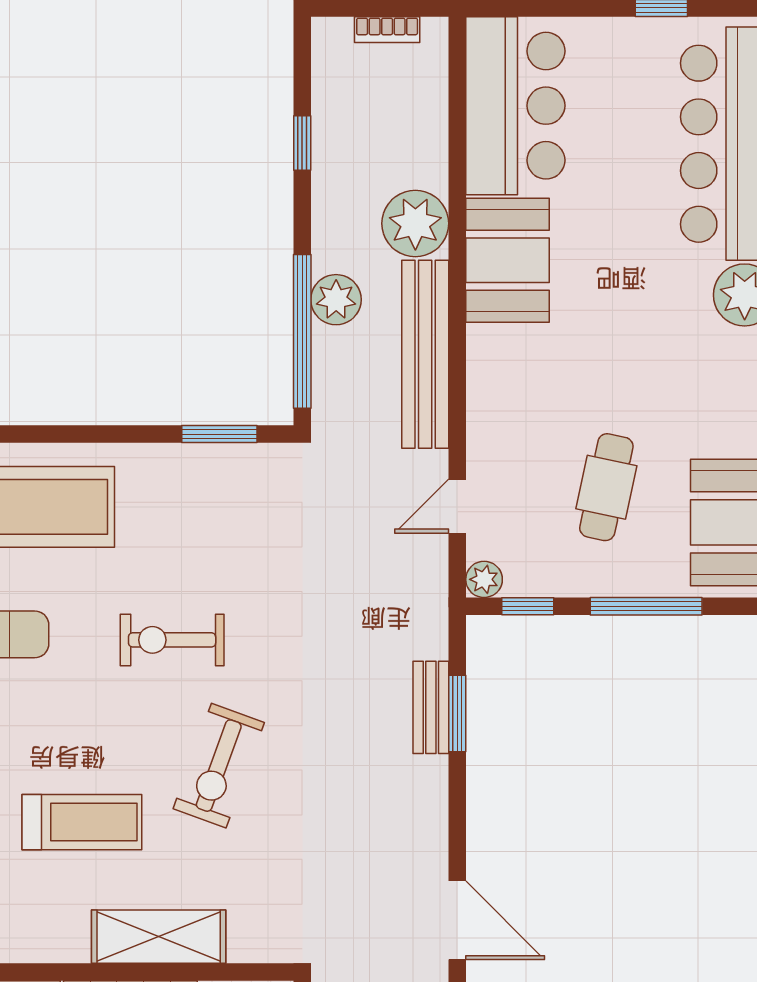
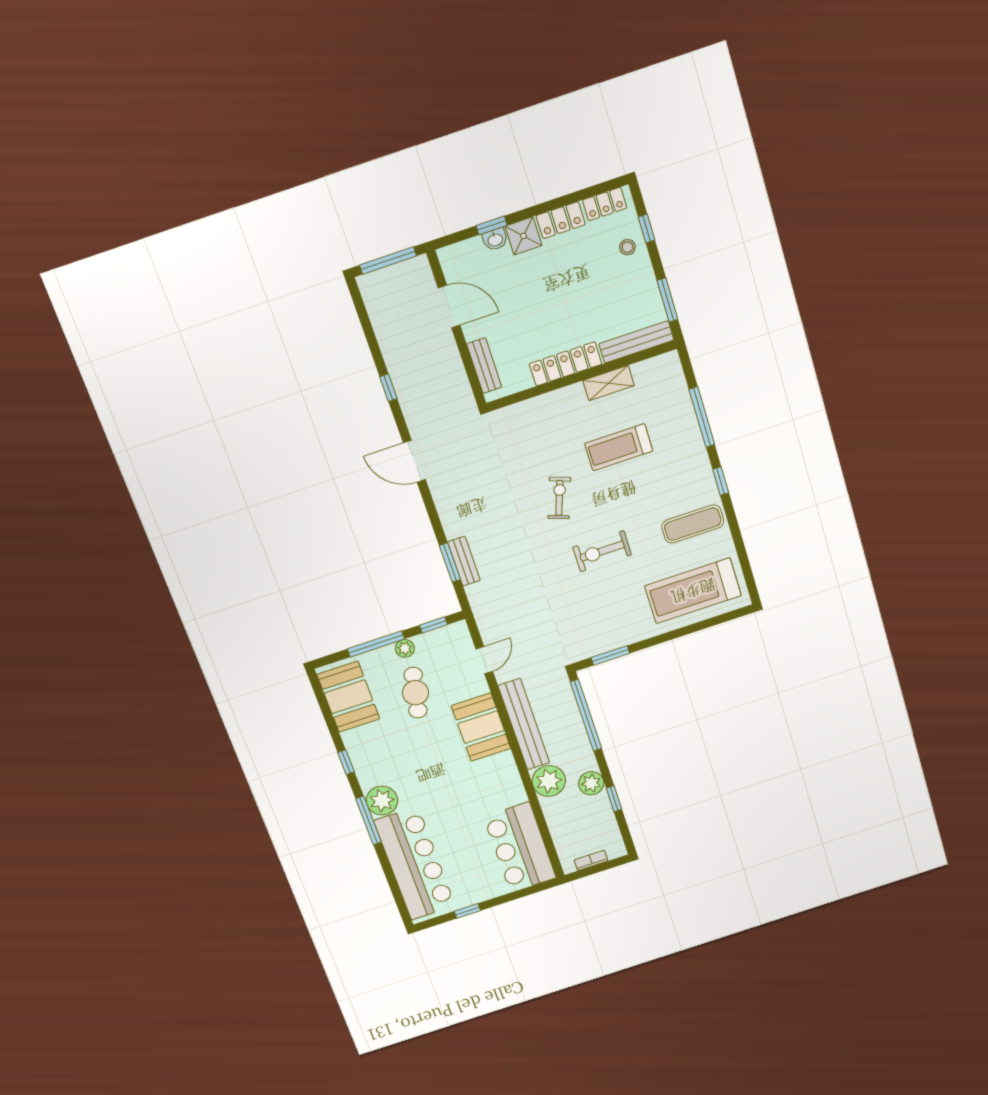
booth: (507, 260) -> (481, 727), moved
plant: (336, 300) -> (591, 783), moved
plant: (484, 579) -> (405, 648), moved
exercise bike: (172, 640) -> (602, 551), turned 180
exercise bike: (219, 766) -> (559, 498), width x0.73, depth x0.72
shelving: (159, 937) -> (609, 383), moved, width x0.67, depth x0.75

